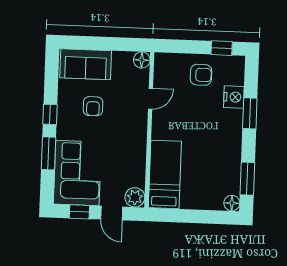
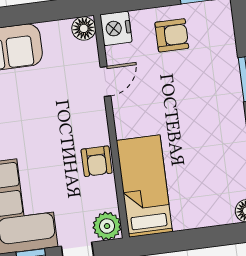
nightstand: (234, 97) -> (116, 28), moved, turned 180
armchair: (93, 106) -> (97, 161), moved

